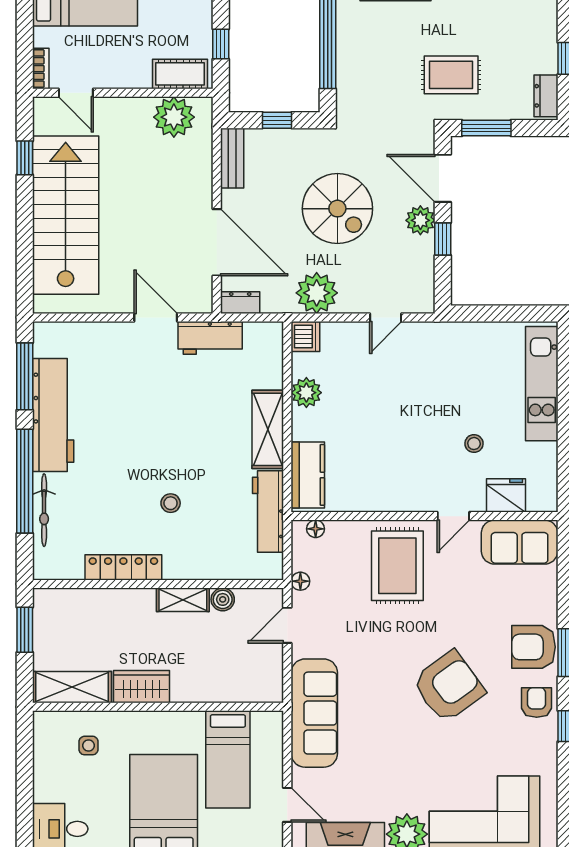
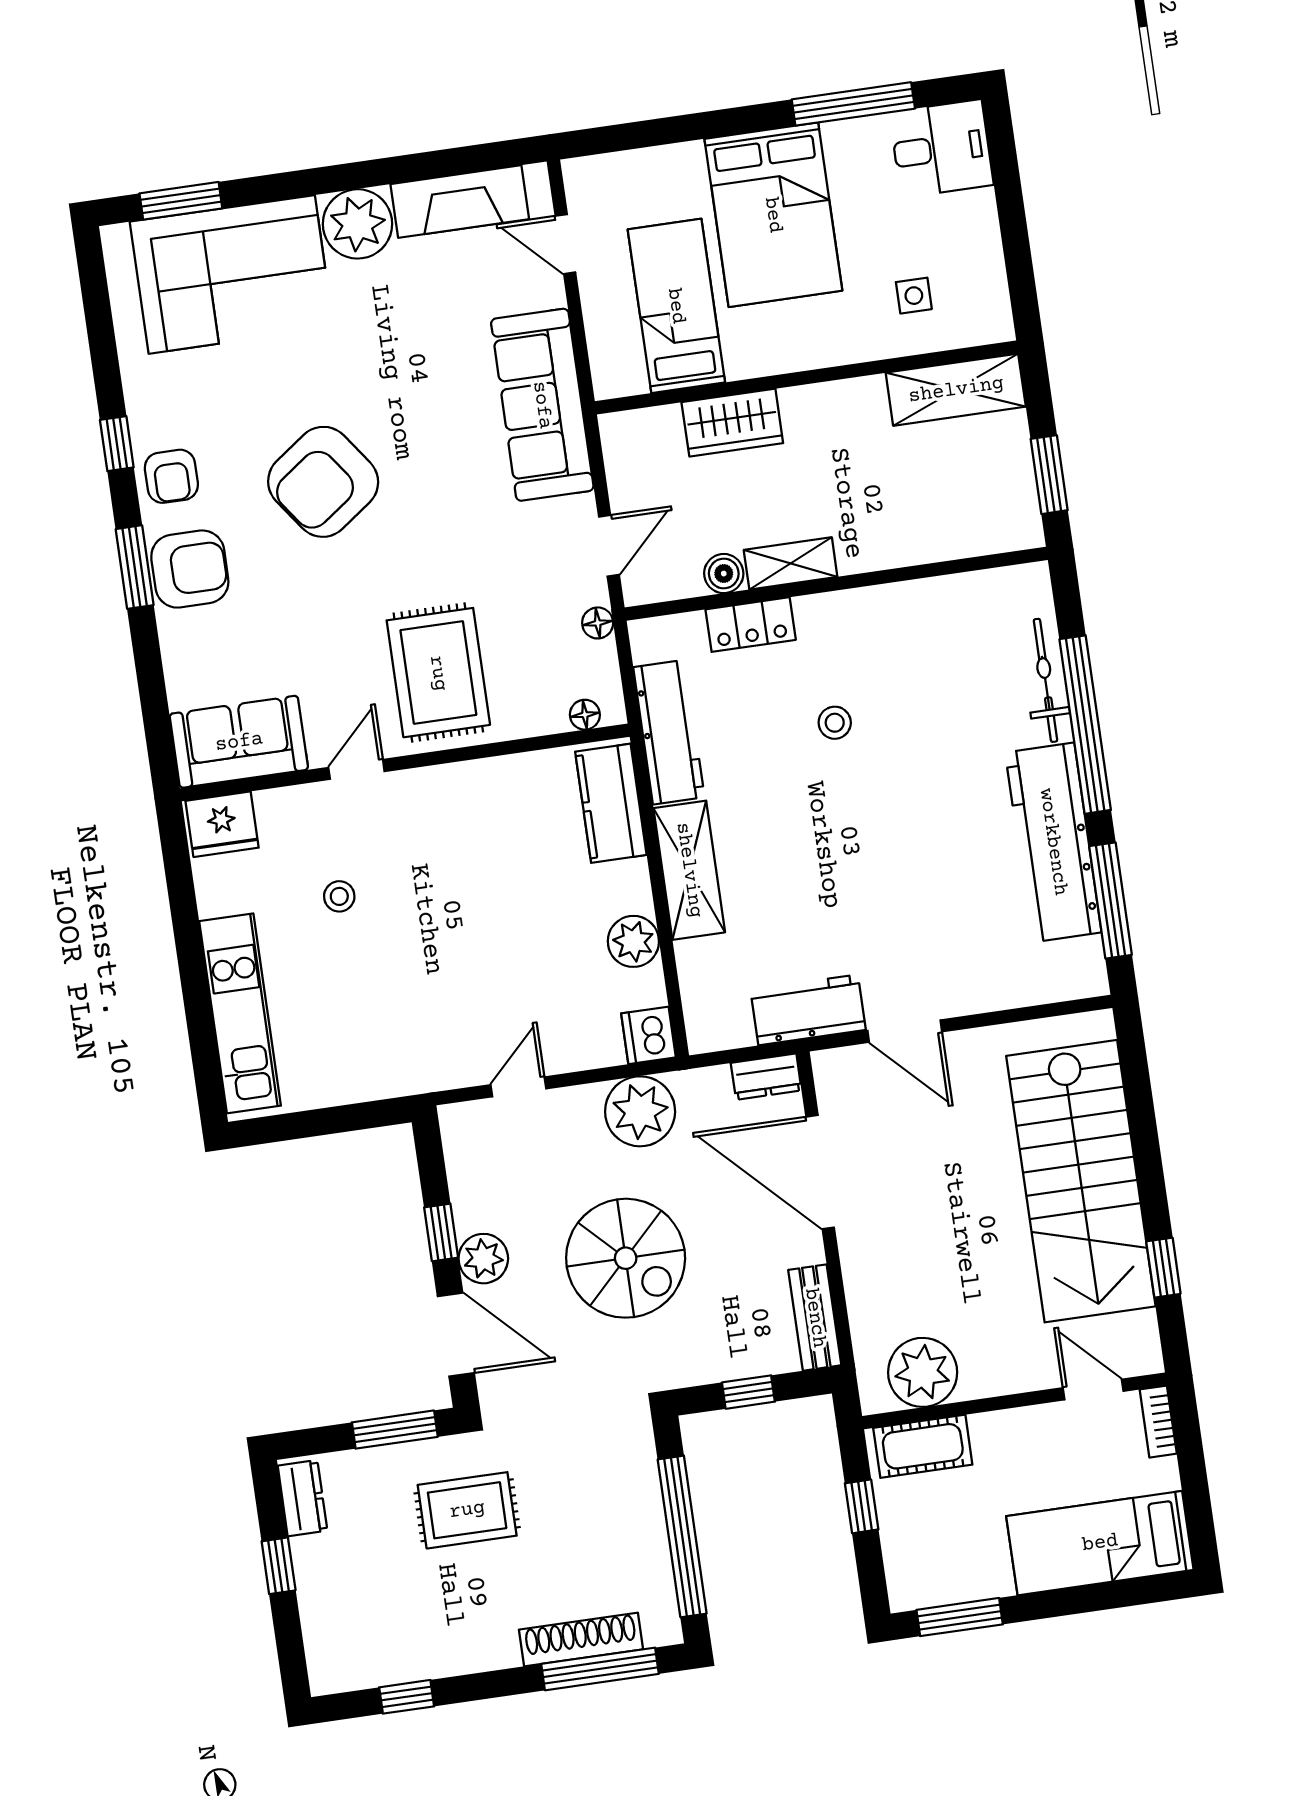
spiral stairs: (337, 209) -> (626, 1258), turned 180
fridge: (506, 495) -> (222, 824), moved
locker: (123, 567) -> (751, 625), moved, width x0.66
wardrobe: (142, 687) -> (732, 423), moved

